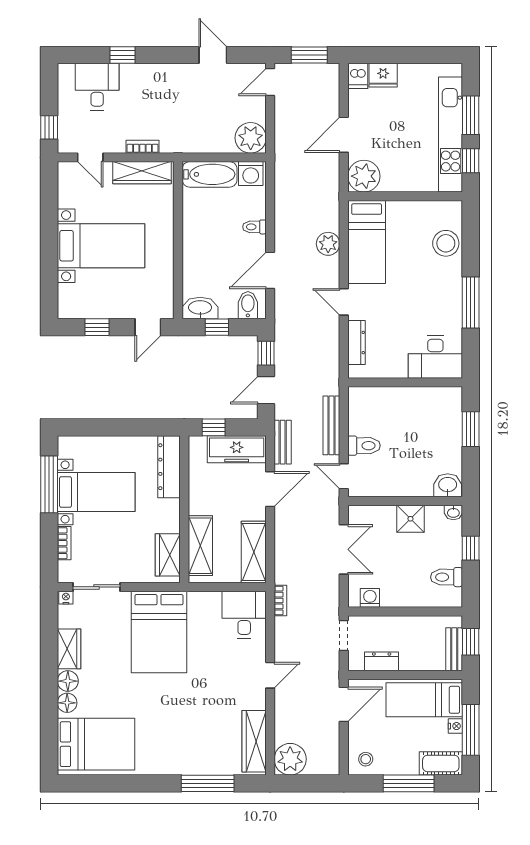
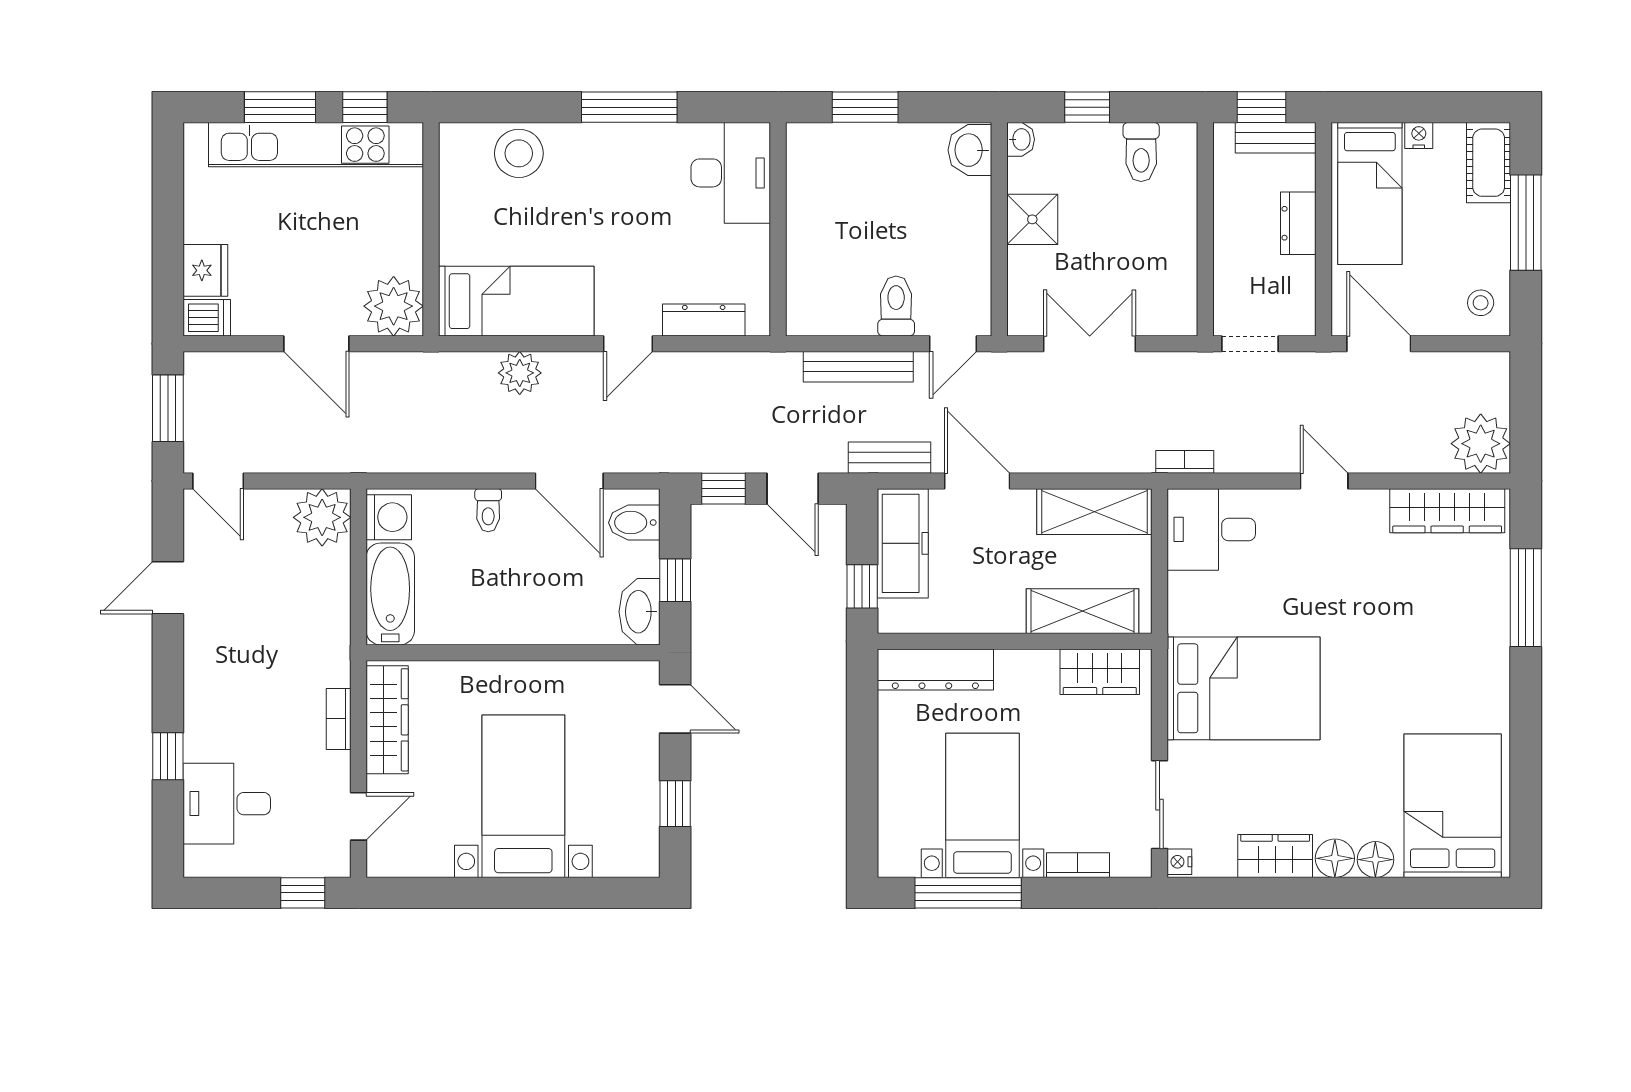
washing machine: (370, 598) -> (1180, 295), removed
dresser: (382, 661) -> (1298, 223), moved
window: (471, 730) -> (1426, 107), removed

